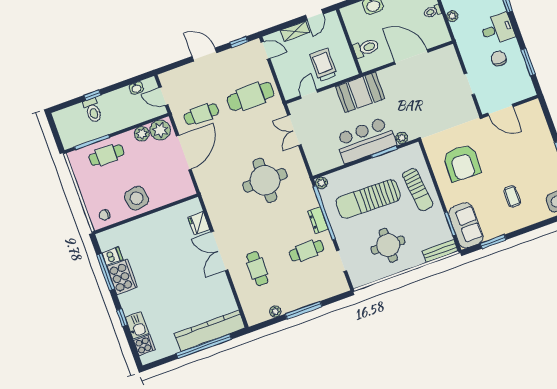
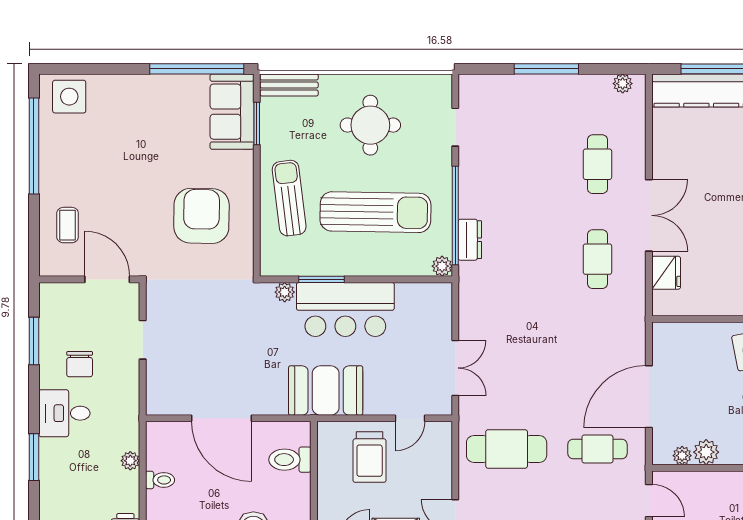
plant: (160, 130) -> (682, 456), width x0.53, depth x0.53
round table: (265, 180) -> (533, 304), removed
coffee table: (512, 196) -> (68, 225), moved
dresser: (318, 220) -> (470, 240), moved
window: (493, 242) -> (197, 69), width x2.11
cafe table: (307, 251) -> (597, 259), moved, turned 90
plant: (275, 312) -> (623, 84), moved

